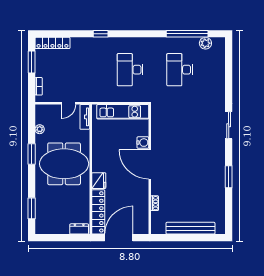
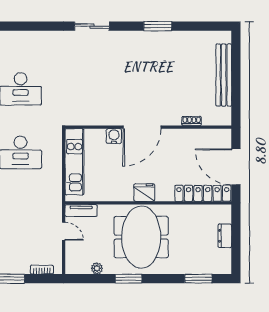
fridge: (99, 181) -> (144, 193), moved
dresser: (79, 229) -> (225, 236), moved

